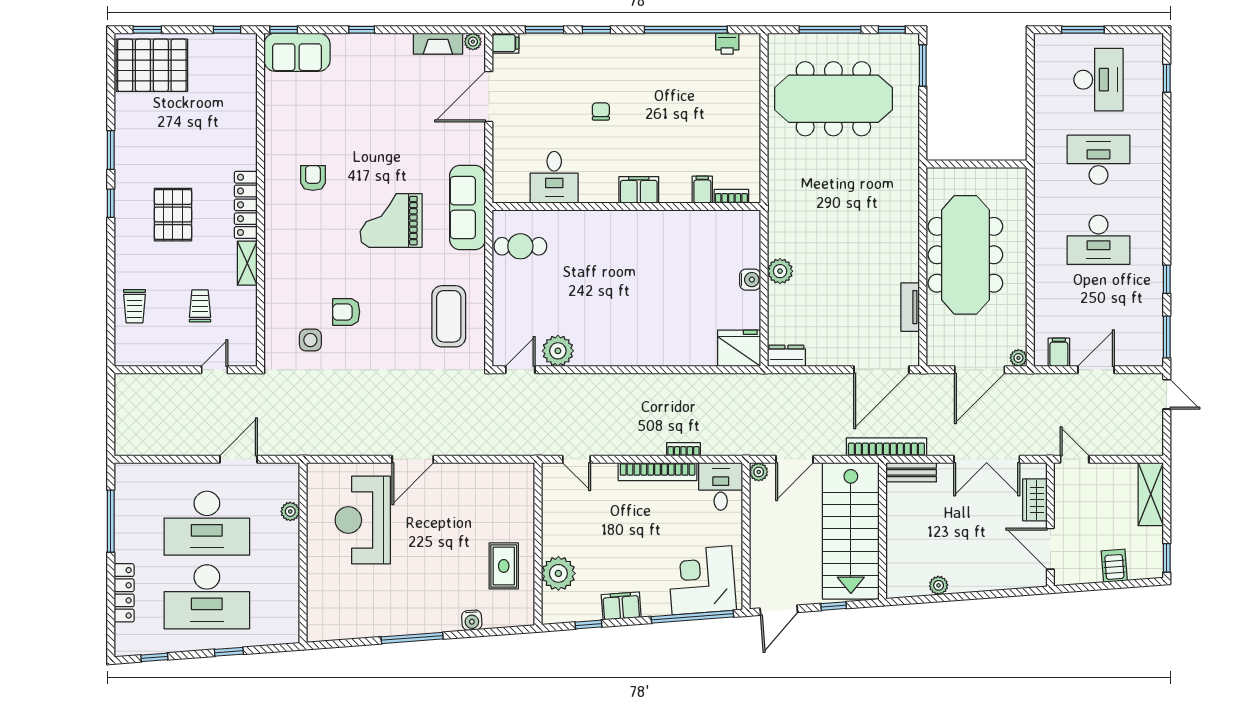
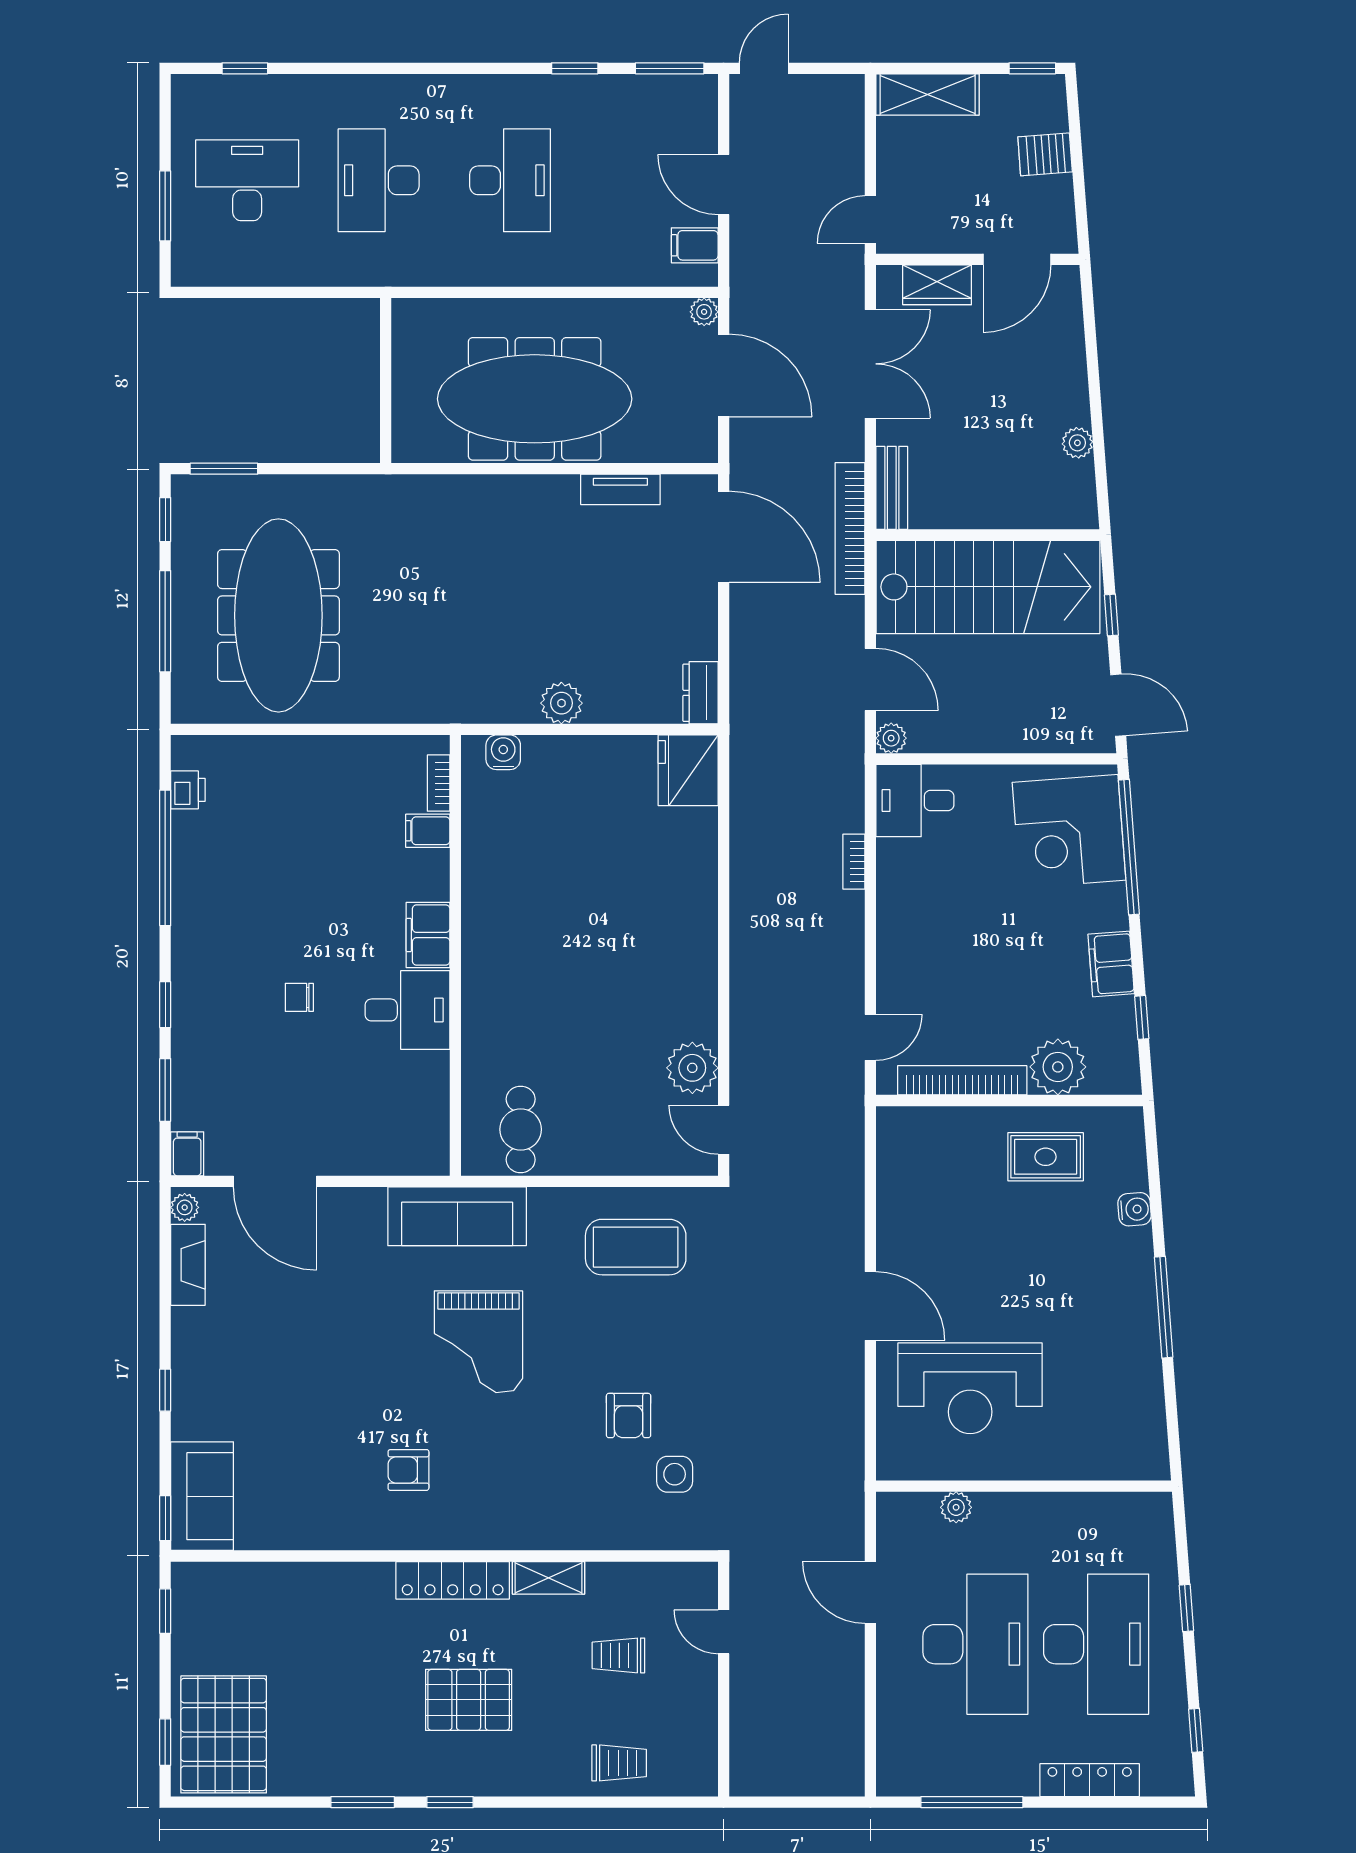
desk: (554, 177) -> (407, 1010), moved
water cooler: (750, 280) -> (503, 752), moved
bookcase: (658, 472) -> (962, 1080), moved, turned -90

